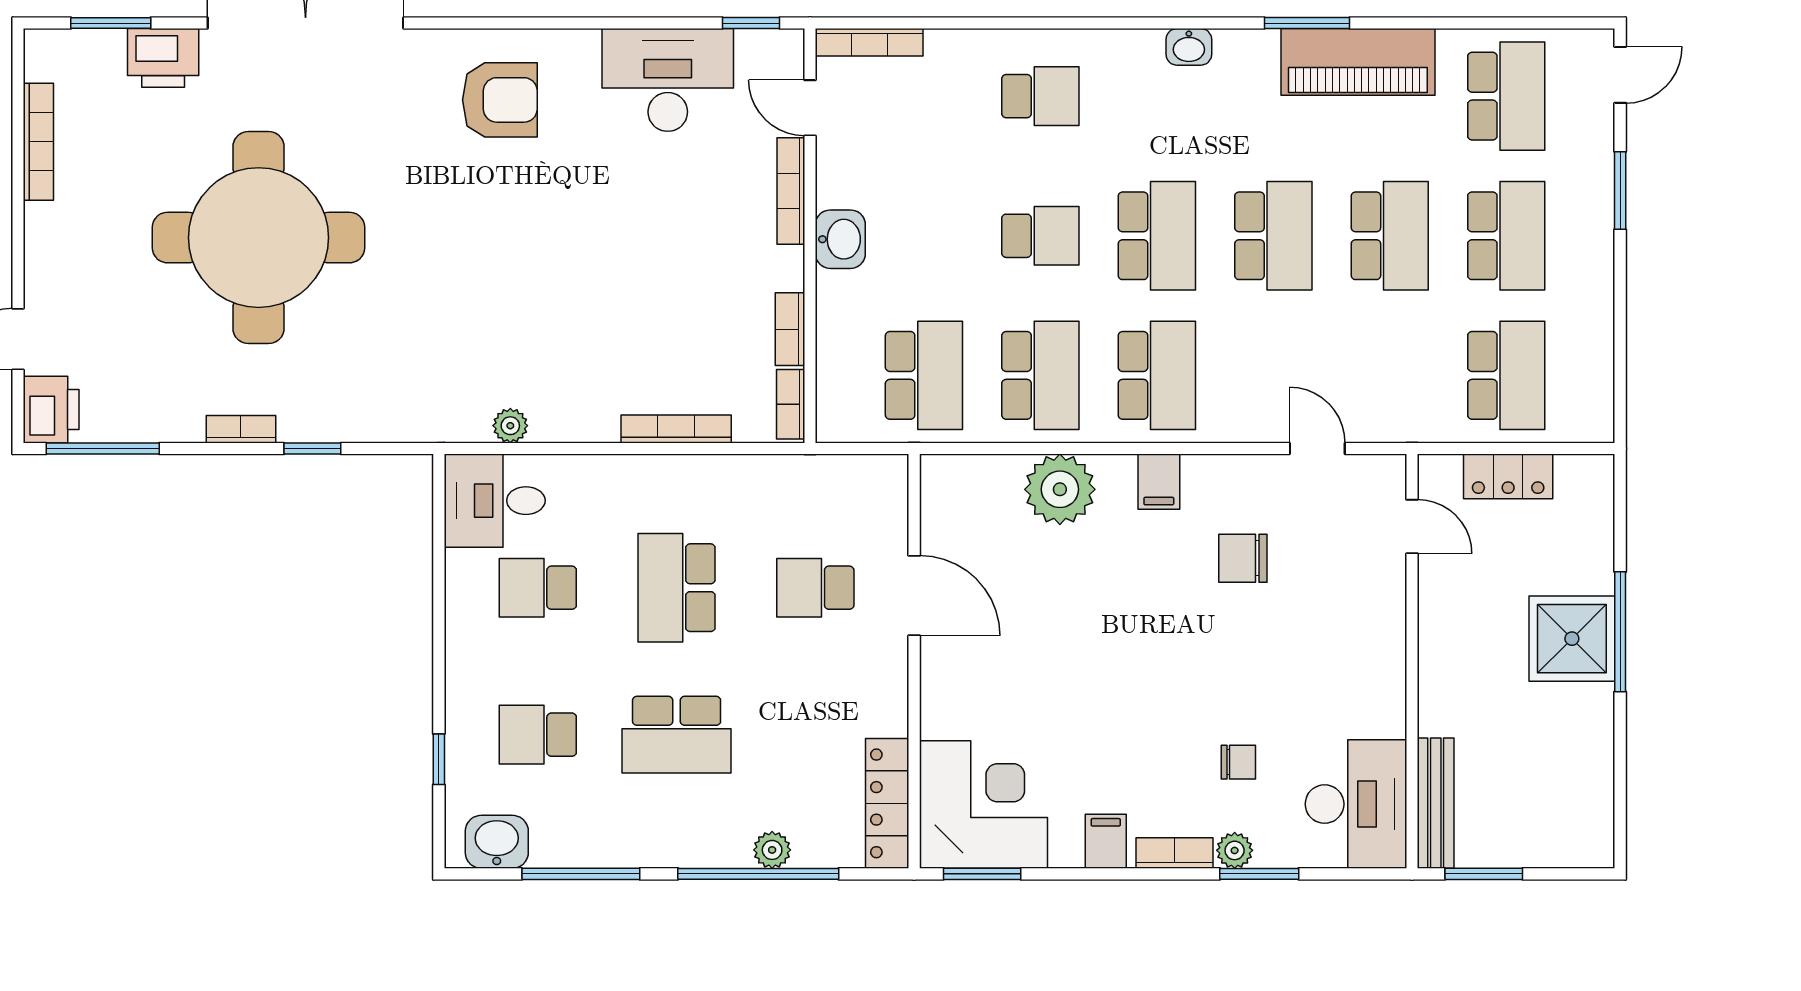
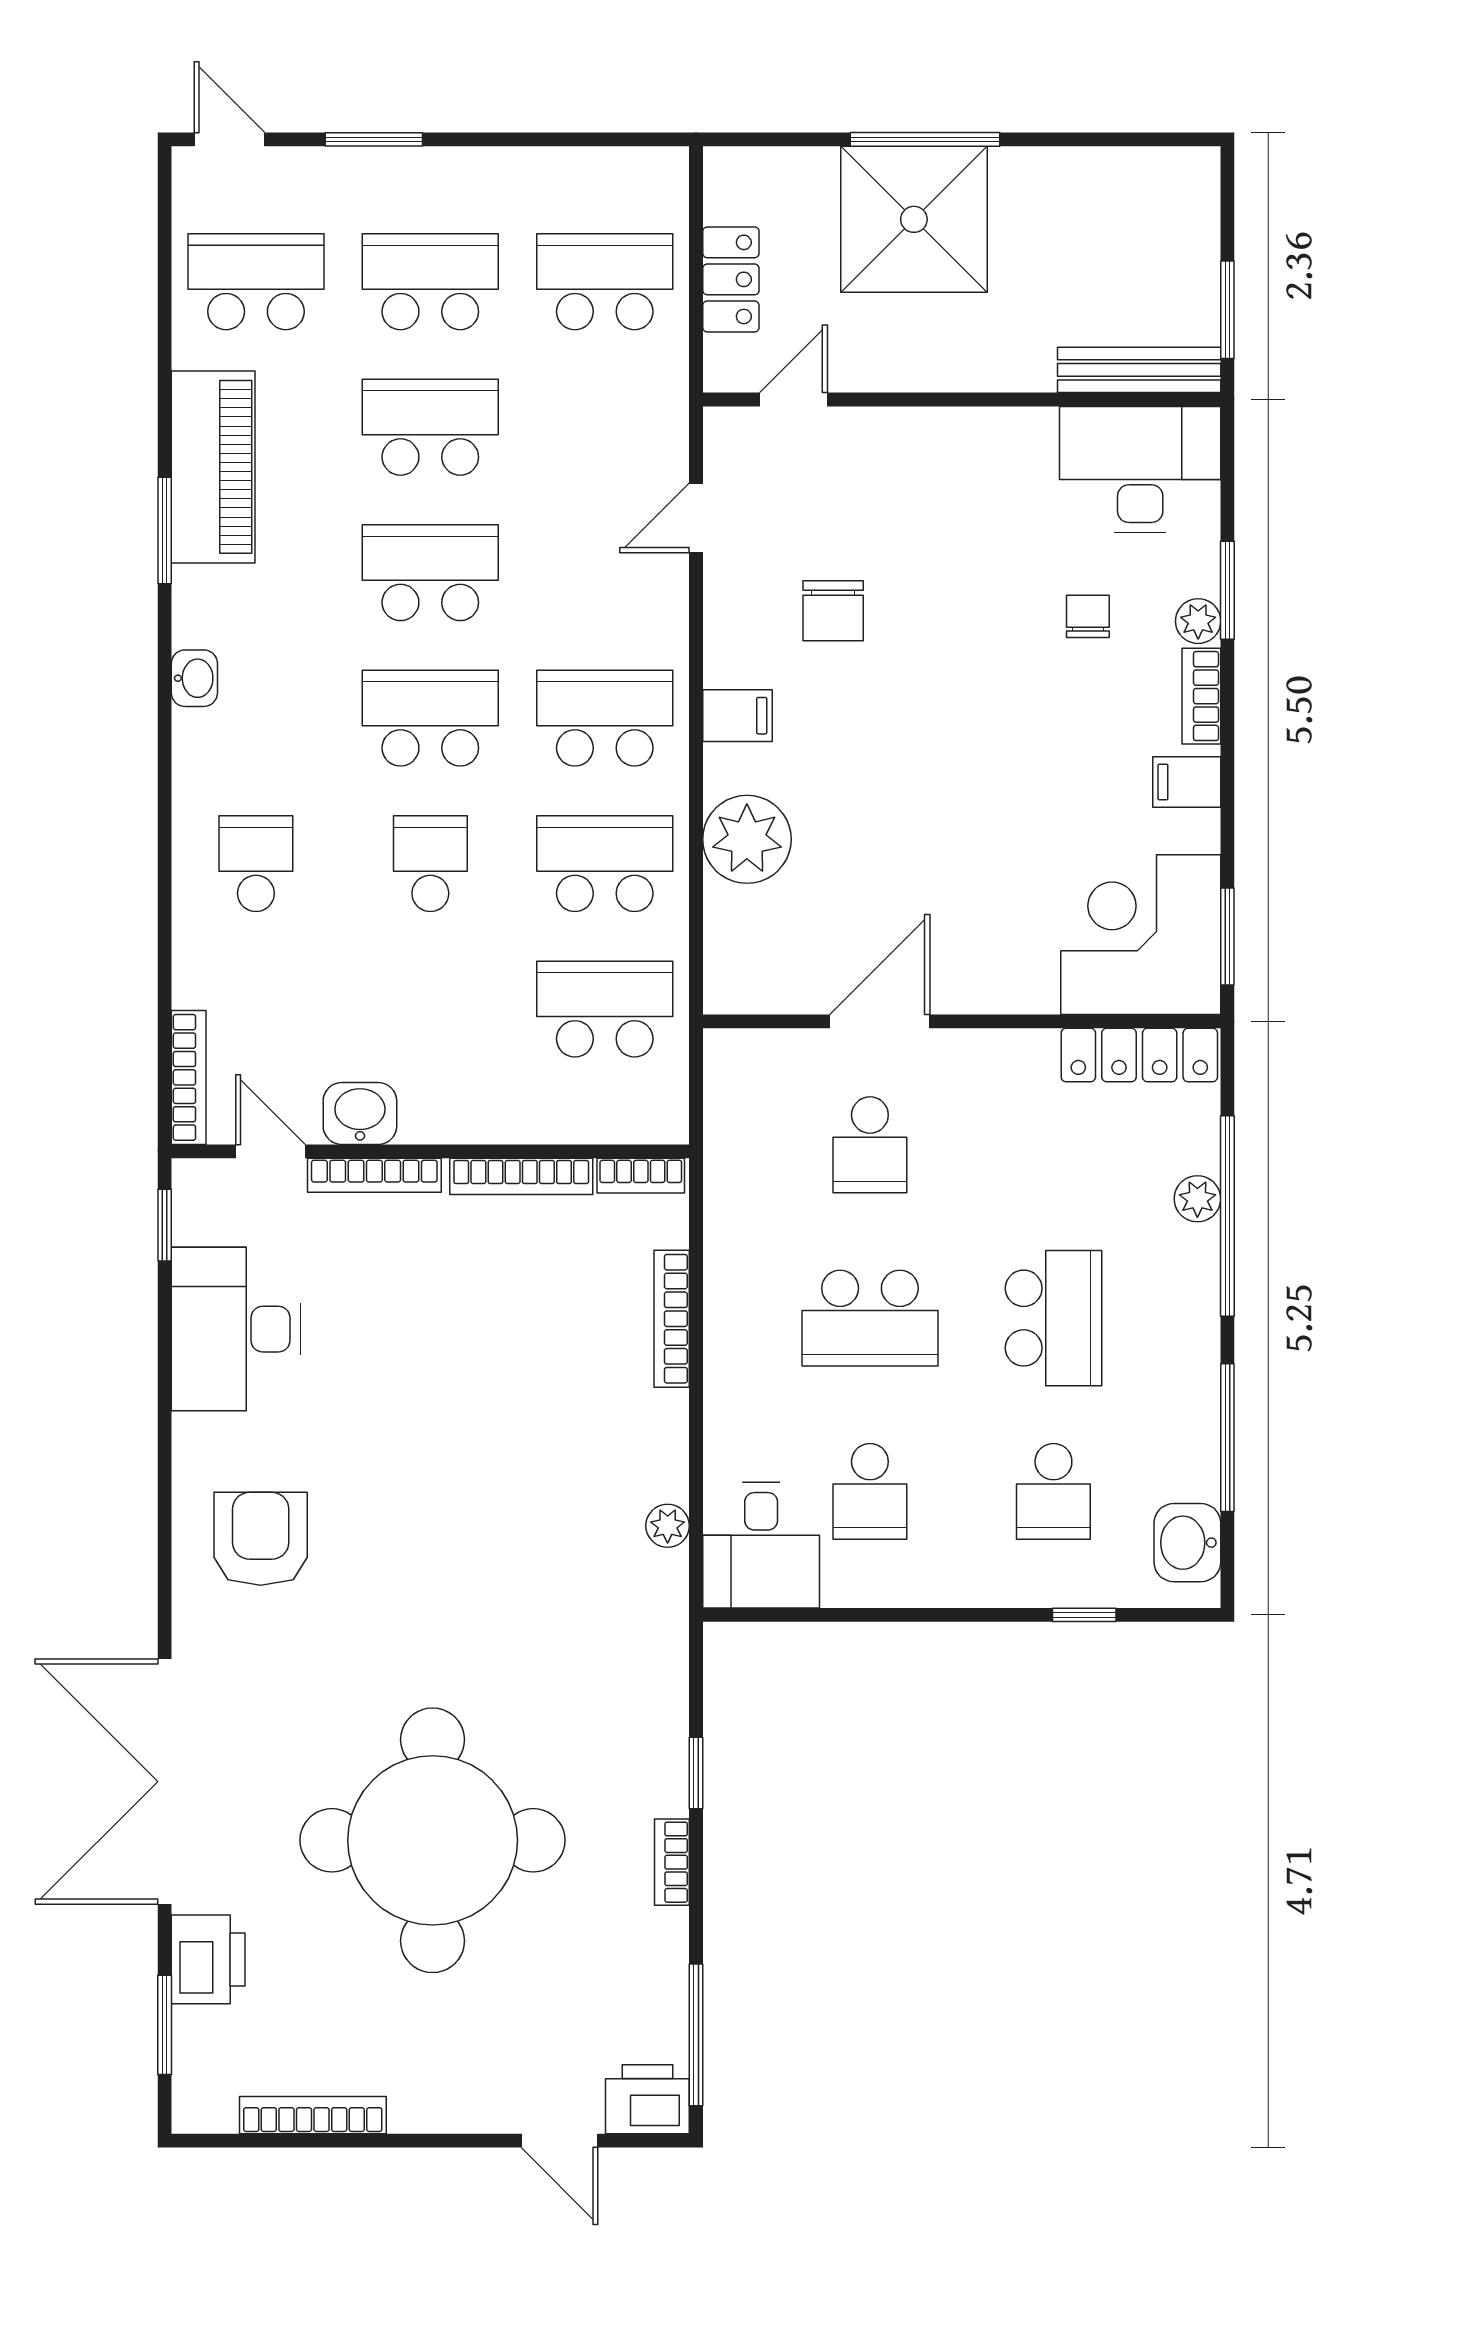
door: (810, 108) -> (271, 1151), swing flipped
washbasin: (840, 239) -> (360, 1114), moved
bookcase: (790, 329) -> (521, 1176), width x1.56
shower: (1572, 639) -> (914, 219), width x1.37, depth x1.37

